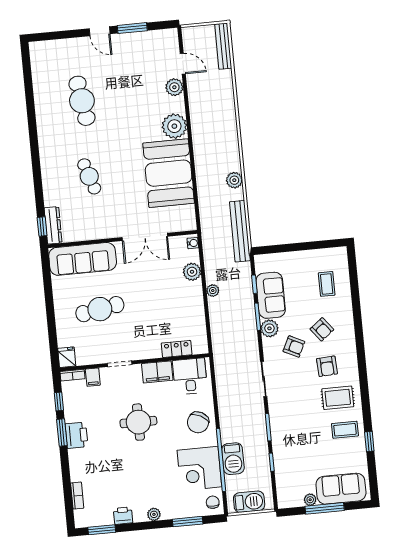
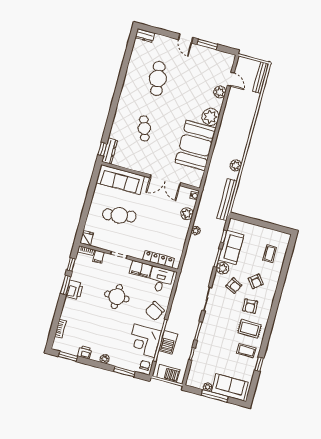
dresser: (42, 48) -> (145, 35), added
locker: (177, 349) -> (159, 259), width x1.53

